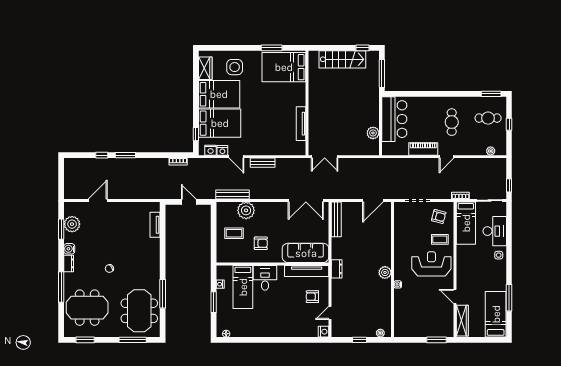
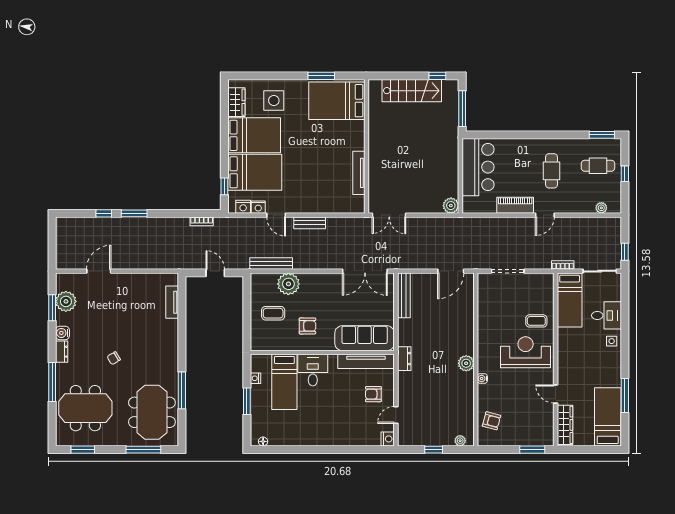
plant: (373, 133) -> (451, 206), moved
armchair: (439, 216) -> (491, 421), moved
desk: (495, 231) -> (606, 315), width x0.73

